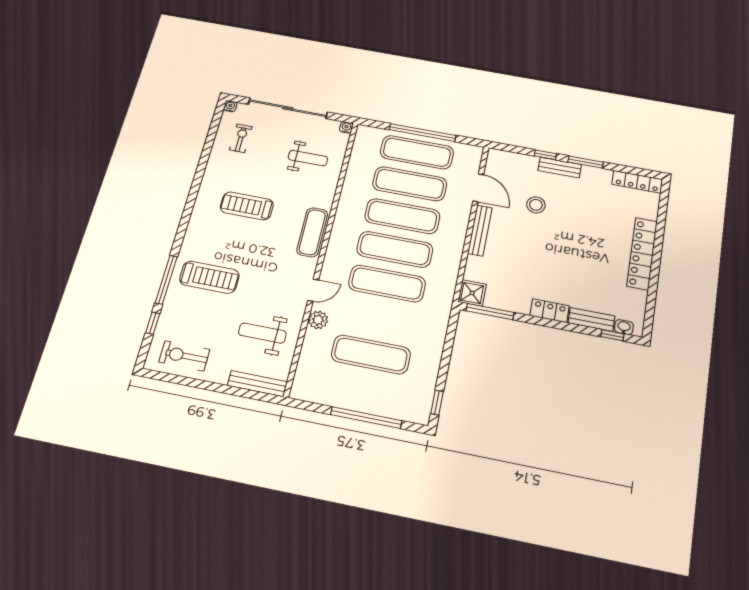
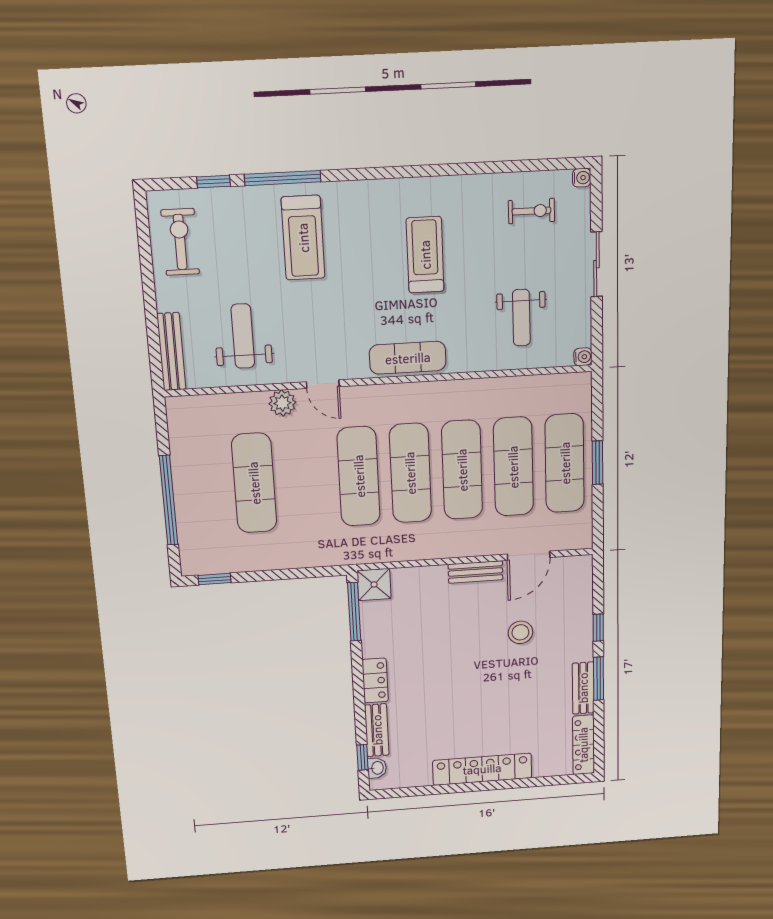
sliding door: (288, 108) -> (596, 264), width x0.54
window: (422, 133) -> (597, 463), width x0.47
bench: (560, 168) -> (583, 688), moved
bench: (480, 230) -> (476, 572), width x0.73

